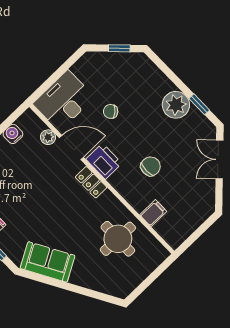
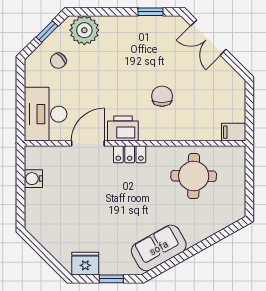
plant: (176, 105) -> (84, 30), moved
chair: (111, 111) -> (58, 61), moved
plant: (48, 137) -> (62, 154), removed
filing cabinet: (153, 213) -> (234, 132), moved, turned -90

